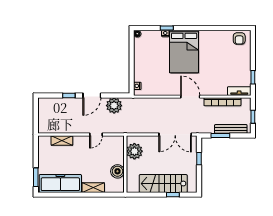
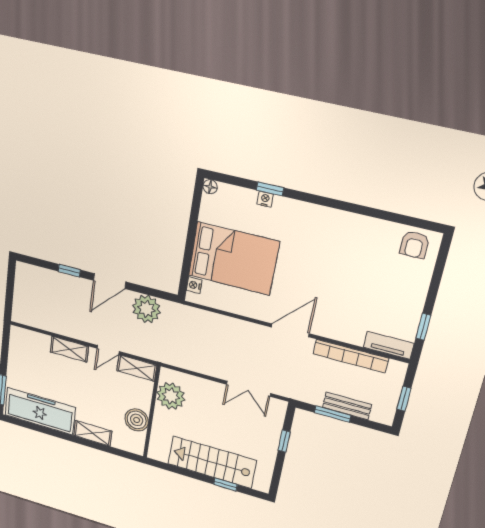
bed: (184, 51) -> (233, 259), moved, turned -90
door: (190, 97) -> (290, 330), hinge flipped
bench: (231, 129) -> (347, 406), width x0.73
double door: (175, 135) -> (248, 389), width x0.73
shelving: (62, 140) -> (69, 349), moved
shelving: (113, 140) -> (137, 368), added

